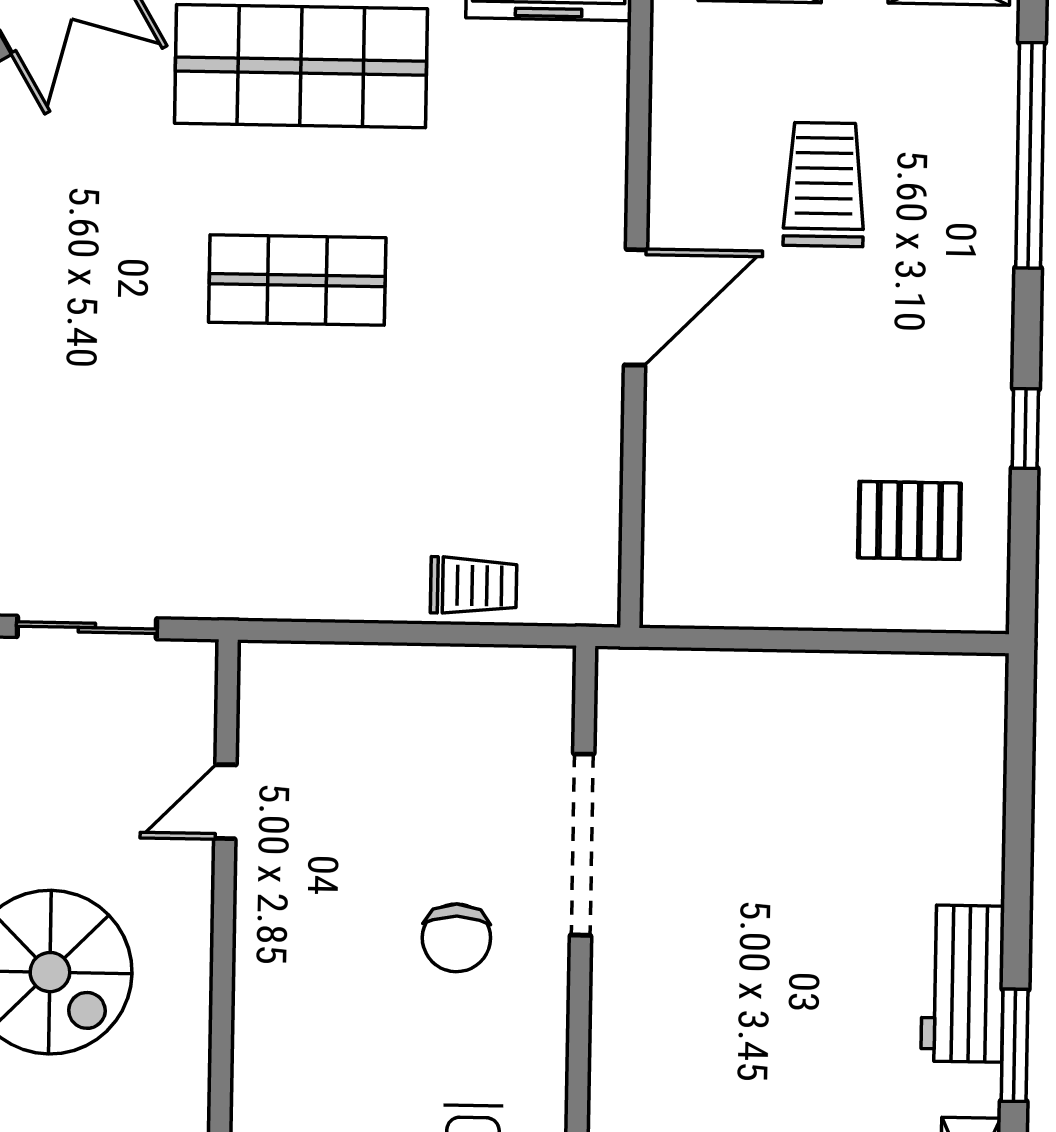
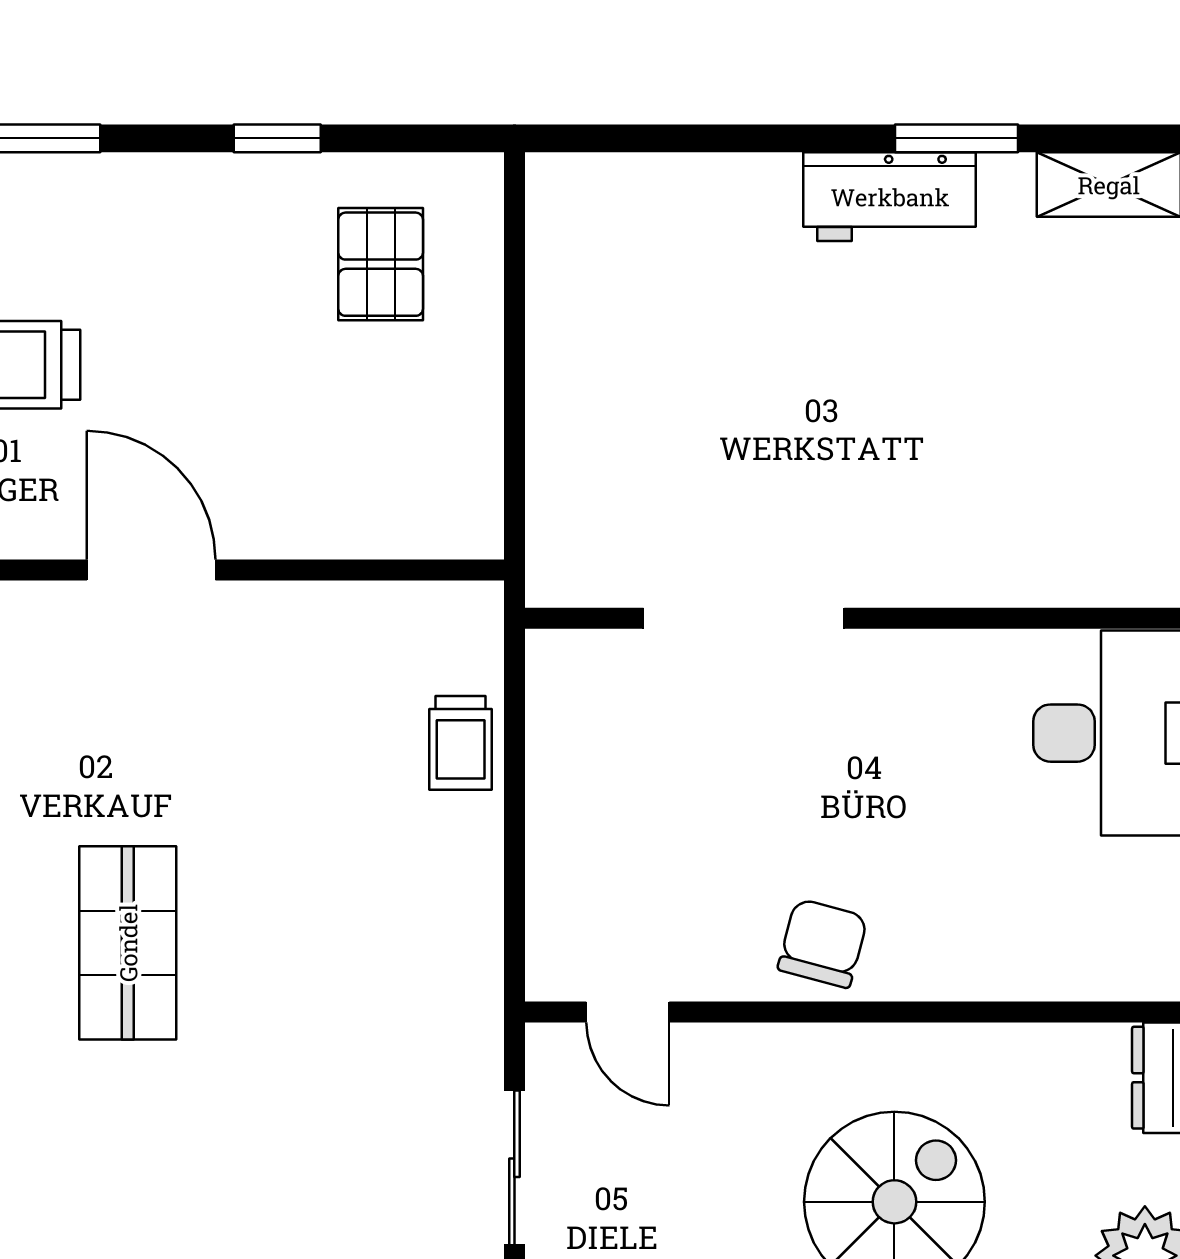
trolley: (474, 585) -> (461, 743), turned 180
door: (225, 802) -> (628, 1012), moved
chair: (456, 938) -> (823, 943), moved, turned -75

